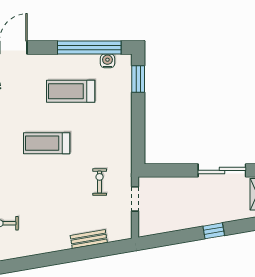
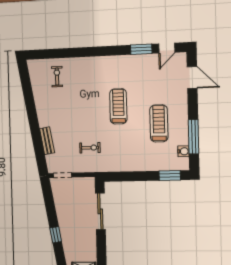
window: (89, 47) -> (194, 137), width x0.68
sliding door: (222, 170) -> (100, 211), moved
doorway: (135, 199) -> (62, 175), moved

